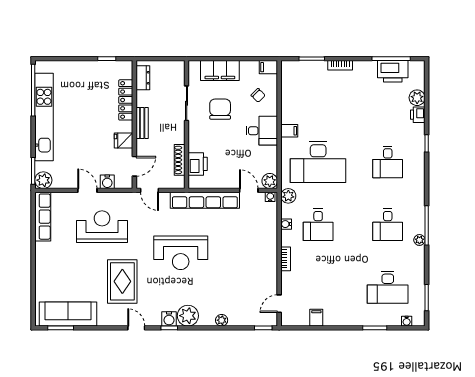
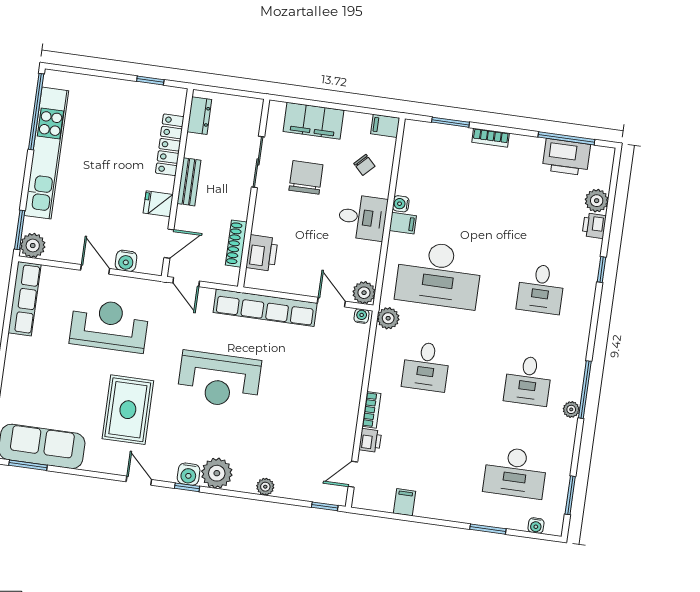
water cooler: (286, 224) -> (401, 204), moved
printer: (288, 279) -> (370, 440), added

